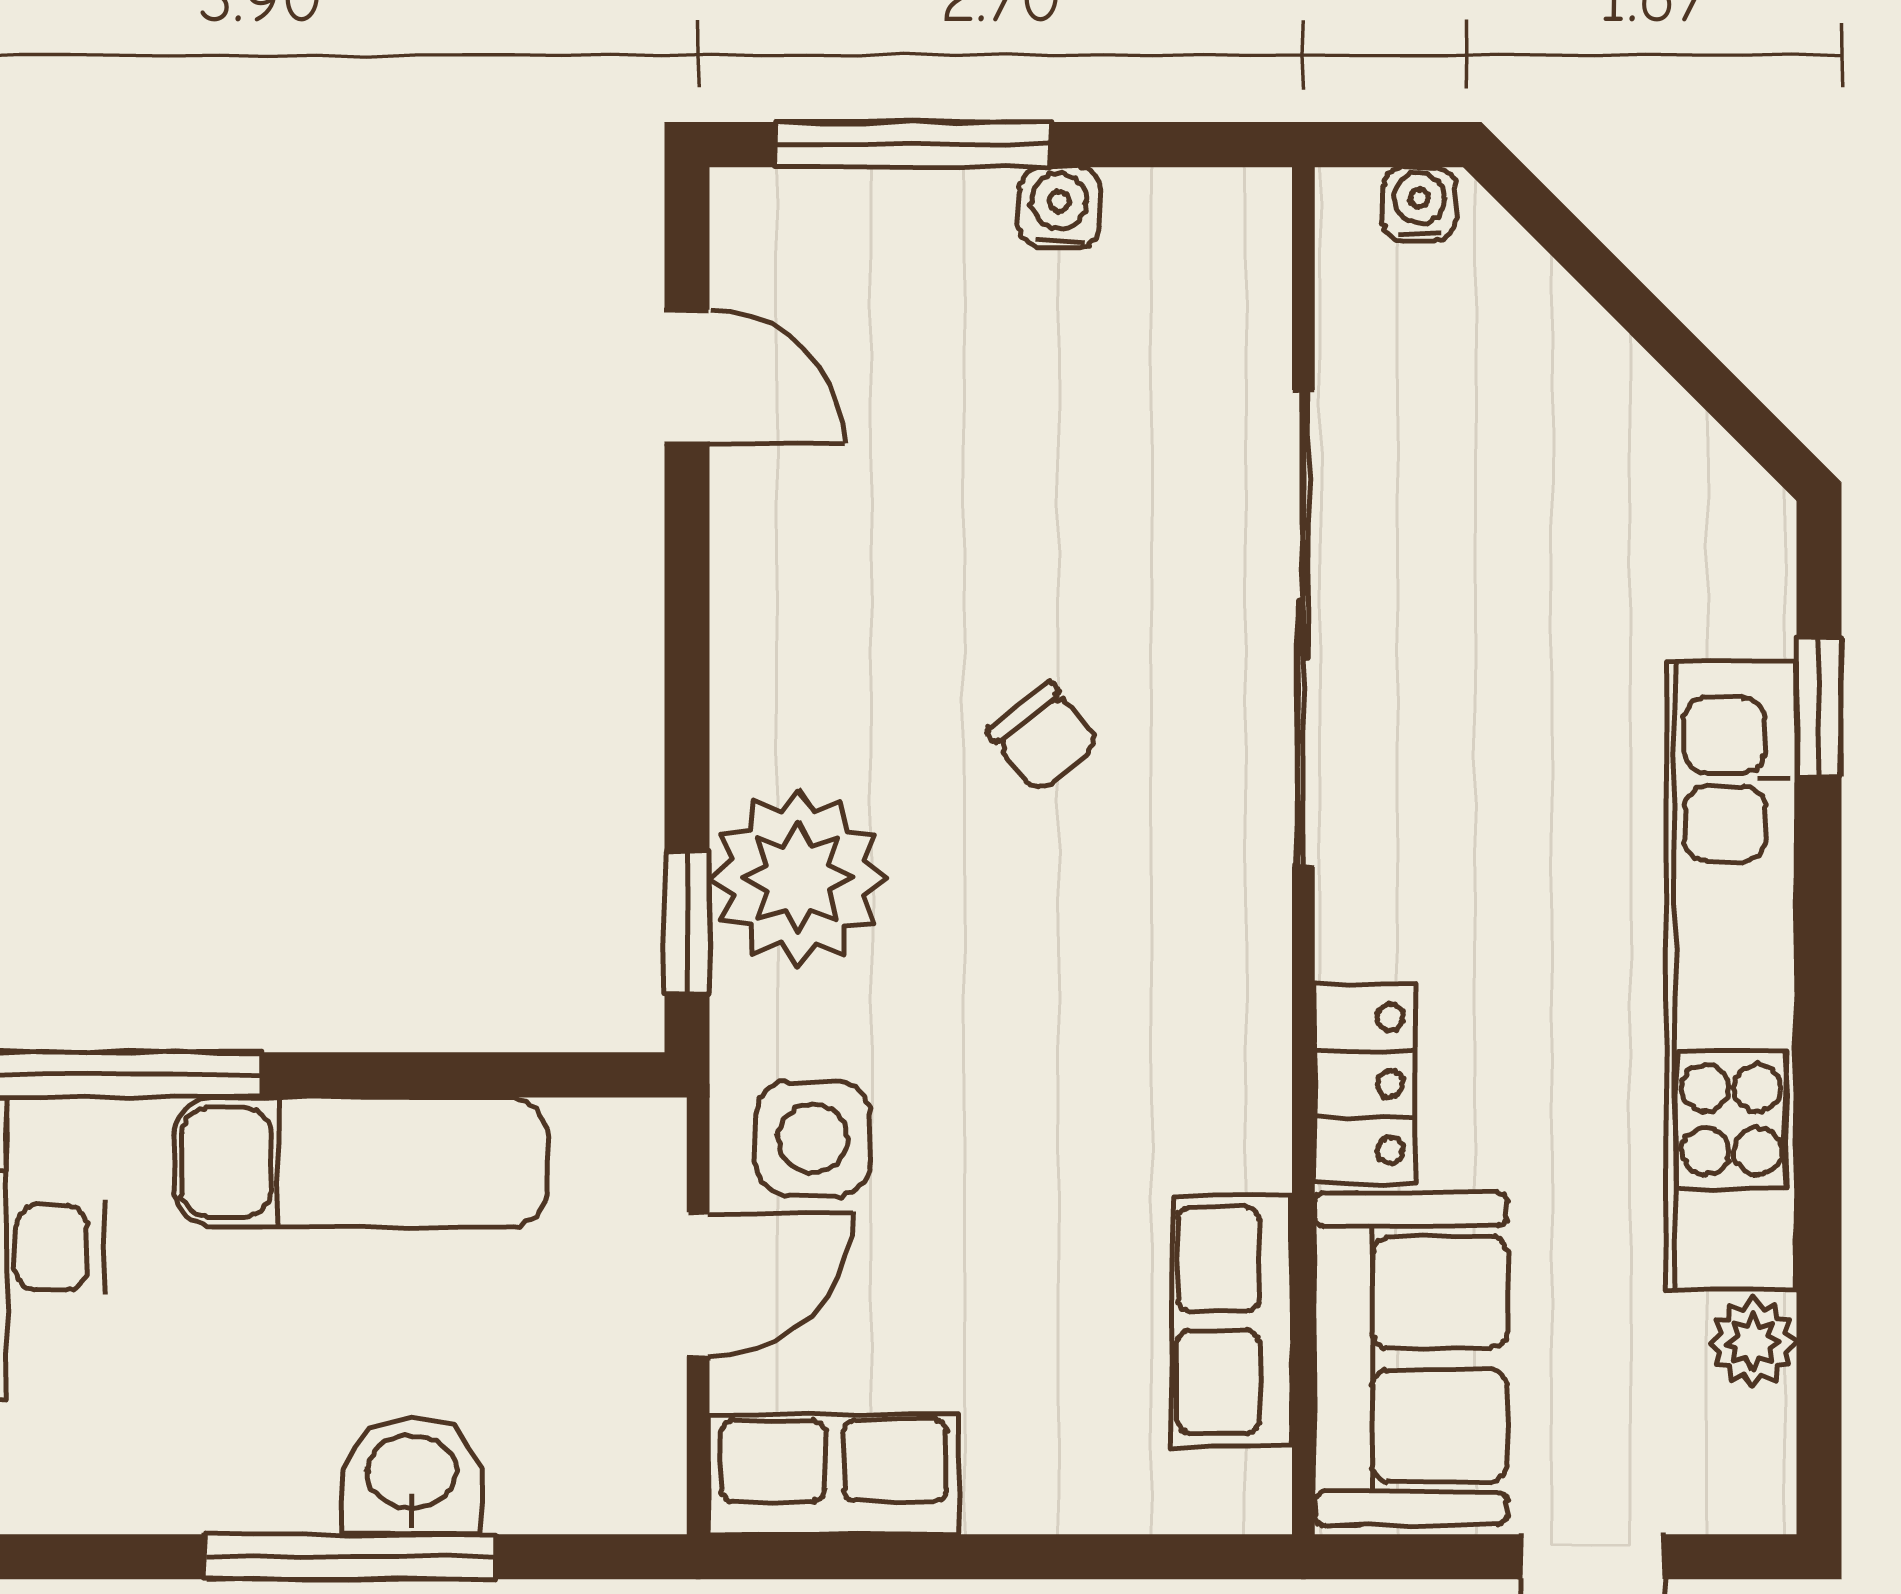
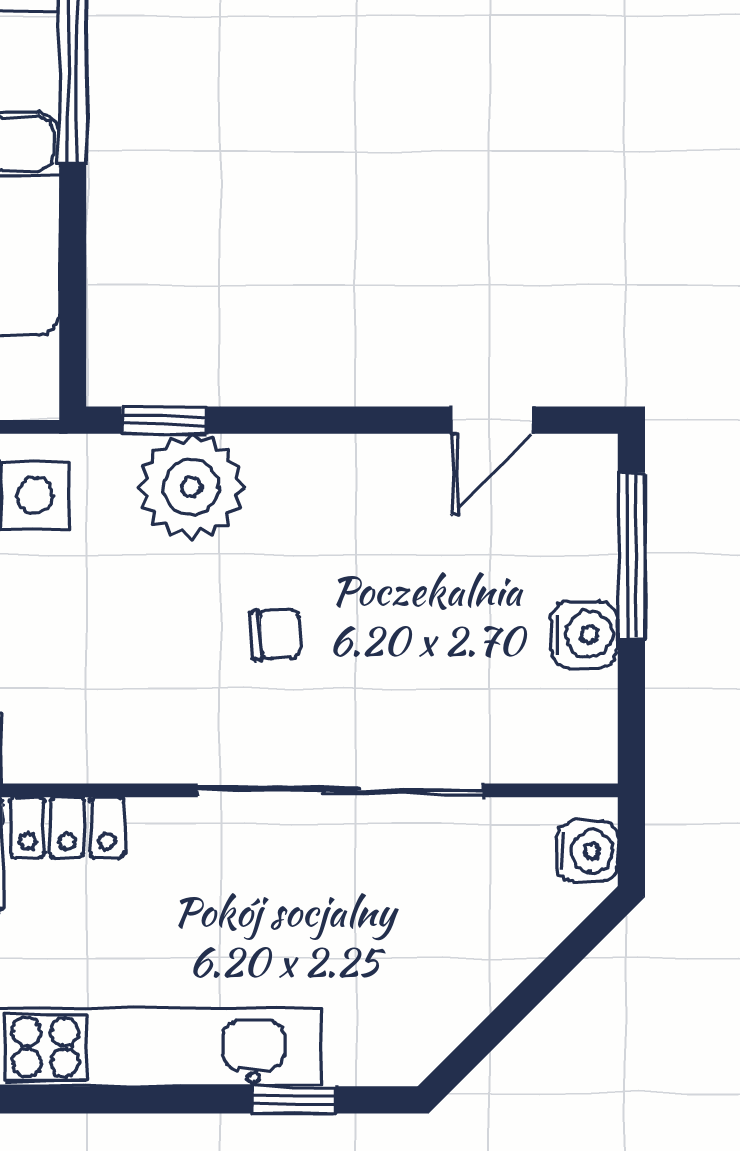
water cooler: (1419, 204) -> (587, 851), width x1.38, depth x1.38
water cooler: (1059, 208) -> (584, 634), width x1.38, depth x1.38
chair: (1044, 737) -> (275, 634), turned -145

